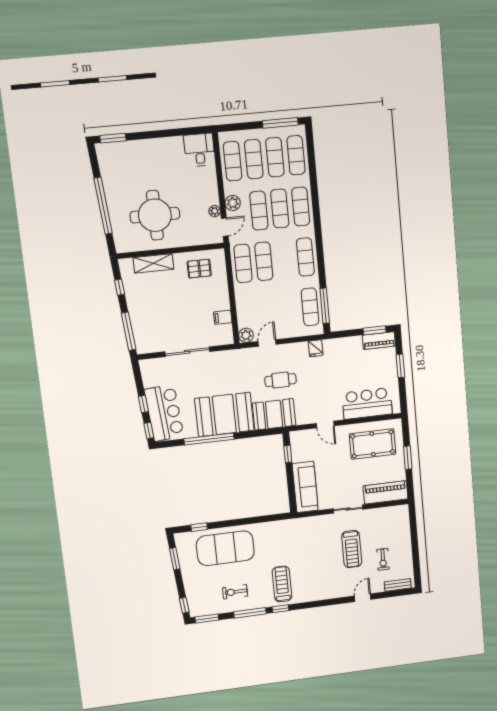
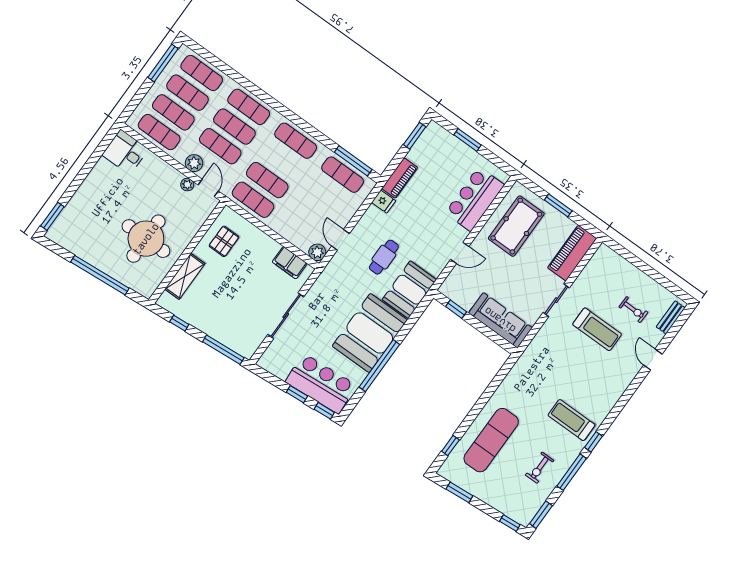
filing cabinet: (223, 317) -> (290, 263), width x2.00
piano: (379, 341) -> (400, 178), moved
exercise mat: (225, 548) -> (491, 440), width x0.68

